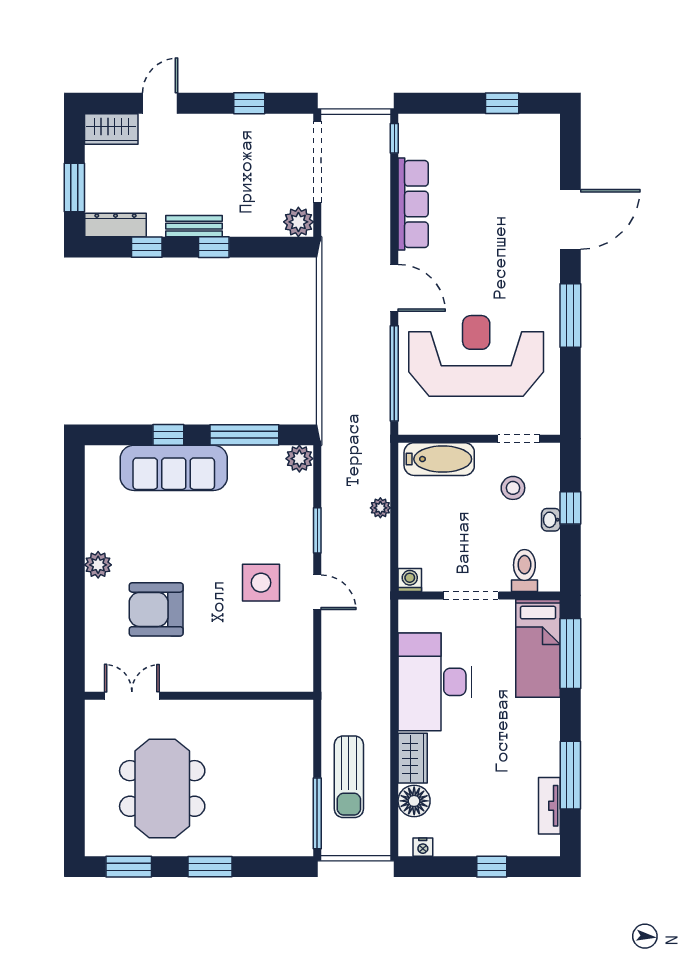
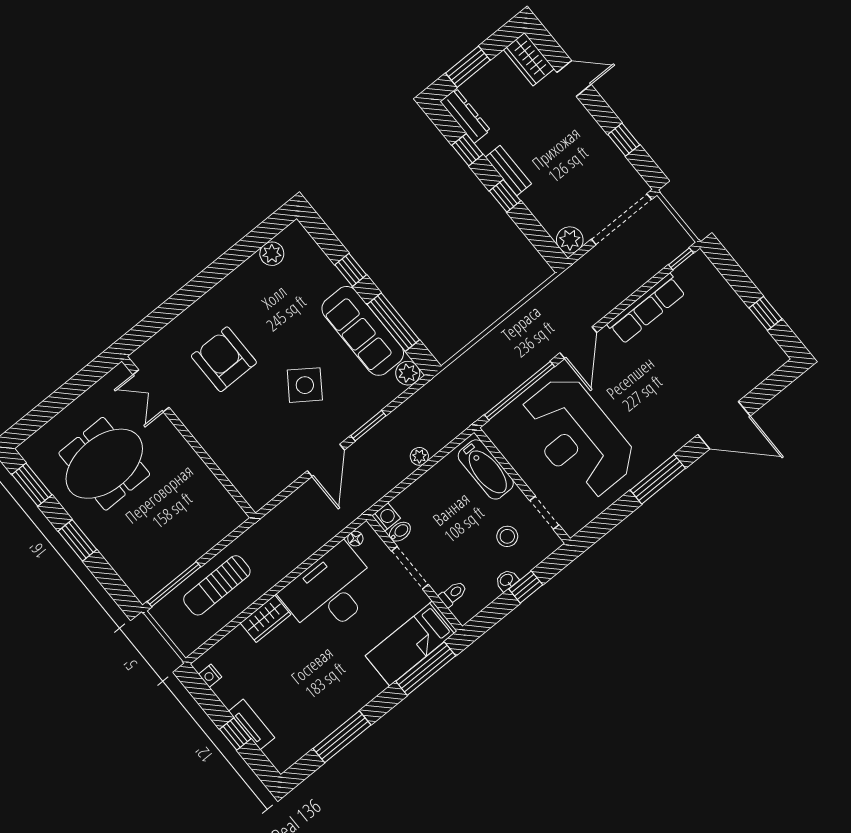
reception desk: (476, 356) -> (577, 437), turned 180
sofa: (174, 468) -> (363, 331), moved
plant: (98, 565) -> (272, 254), moved
toilet: (524, 571) -> (453, 594), width x0.73, depth x0.72
bidet: (432, 578) -> (400, 532), added
side table: (261, 583) -> (305, 385), moved, turned 35
door: (317, 592) -> (326, 460), width x1.38
double door: (132, 696) -> (151, 391), swing flipped
floor lamp: (414, 801) -> (355, 539), moved, width x0.53, depth x0.53
tv unit: (549, 806) -> (252, 724), moved, turned 90

